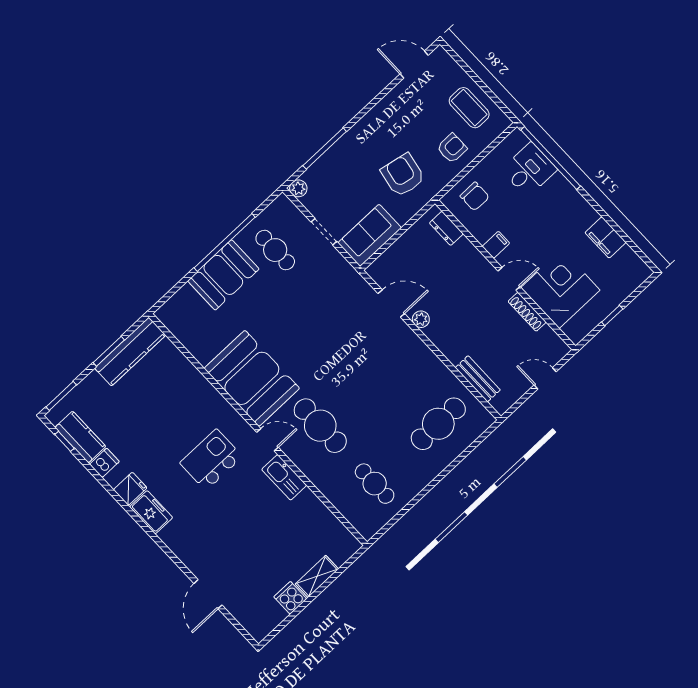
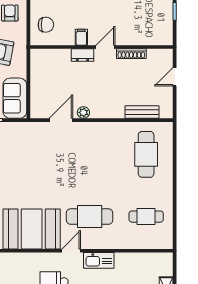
dresser: (446, 228) -> (82, 55), moved
corner desk: (560, 289) -> (136, 25), removed

